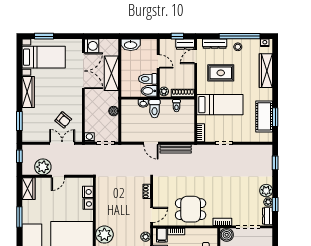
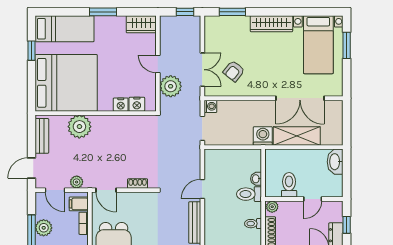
washing machine: (92, 46) -> (263, 136), moved, turned 180
bidet: (149, 91) -> (273, 187), removed
boiler: (114, 111) -> (246, 139), removed
plant: (43, 167) -> (171, 86), moved

